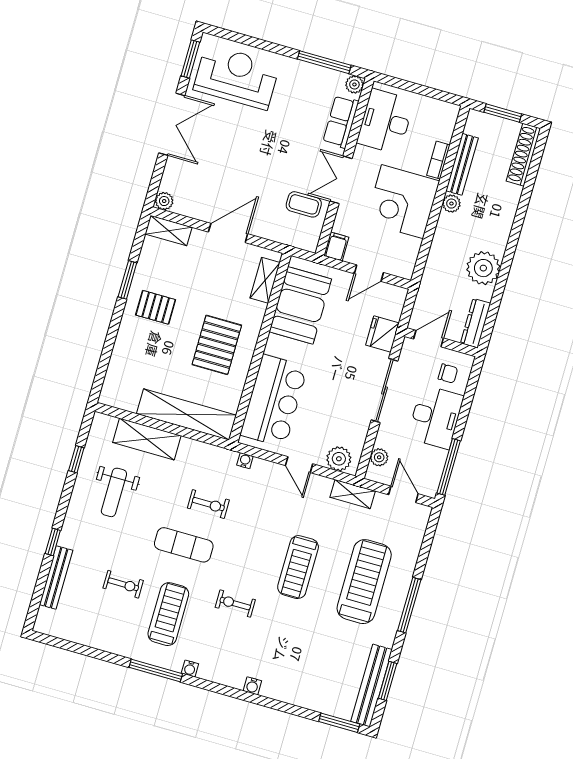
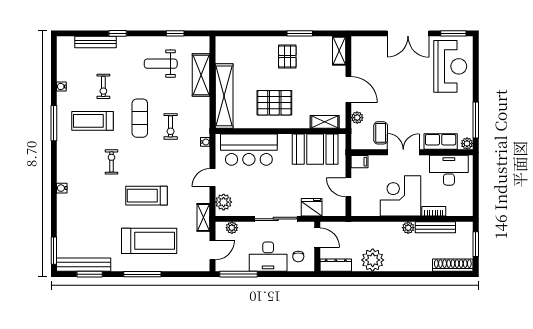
plant: (164, 201) -> (357, 118), moved
treadmill: (168, 614) -> (92, 121), turned 180
water cooler: (190, 668) -> (61, 87), moved

